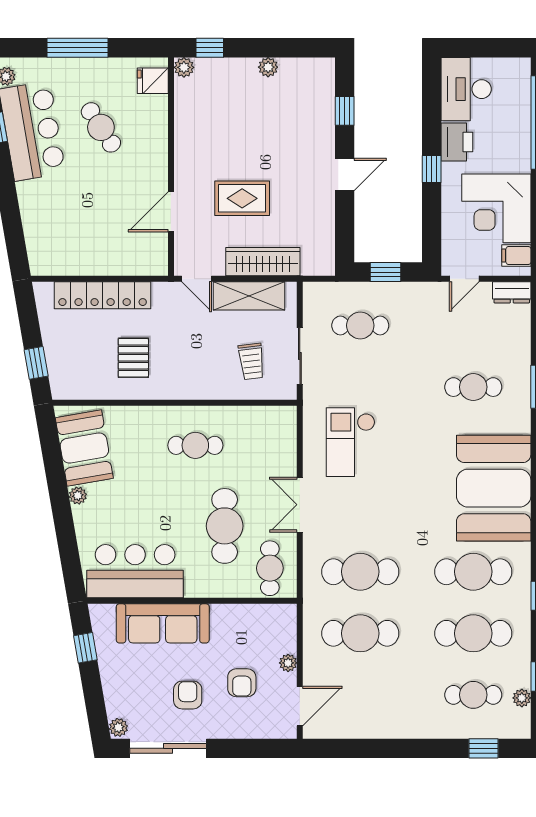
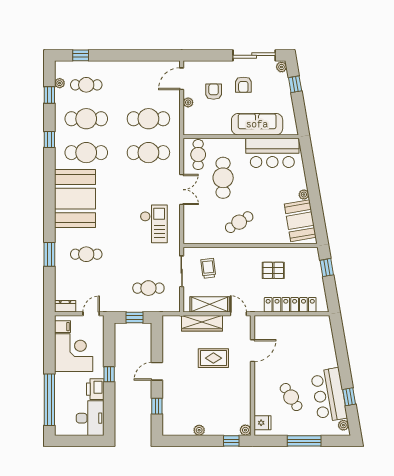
pallet: (133, 358) -> (273, 270), turned 90
cafe table: (195, 445) -> (239, 222), turned -32
window: (85, 648) -> (295, 84), moved

